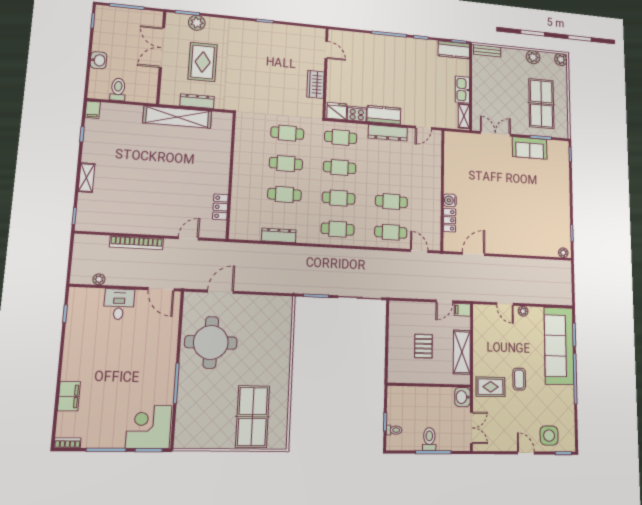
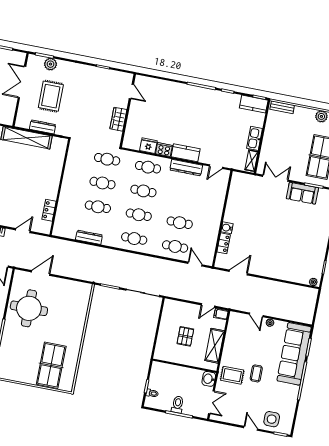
door: (326, 50) -> (131, 92), moved
wall: (325, 73) -> (128, 111), moved
wardrobe: (316, 84) -> (118, 119), moved

